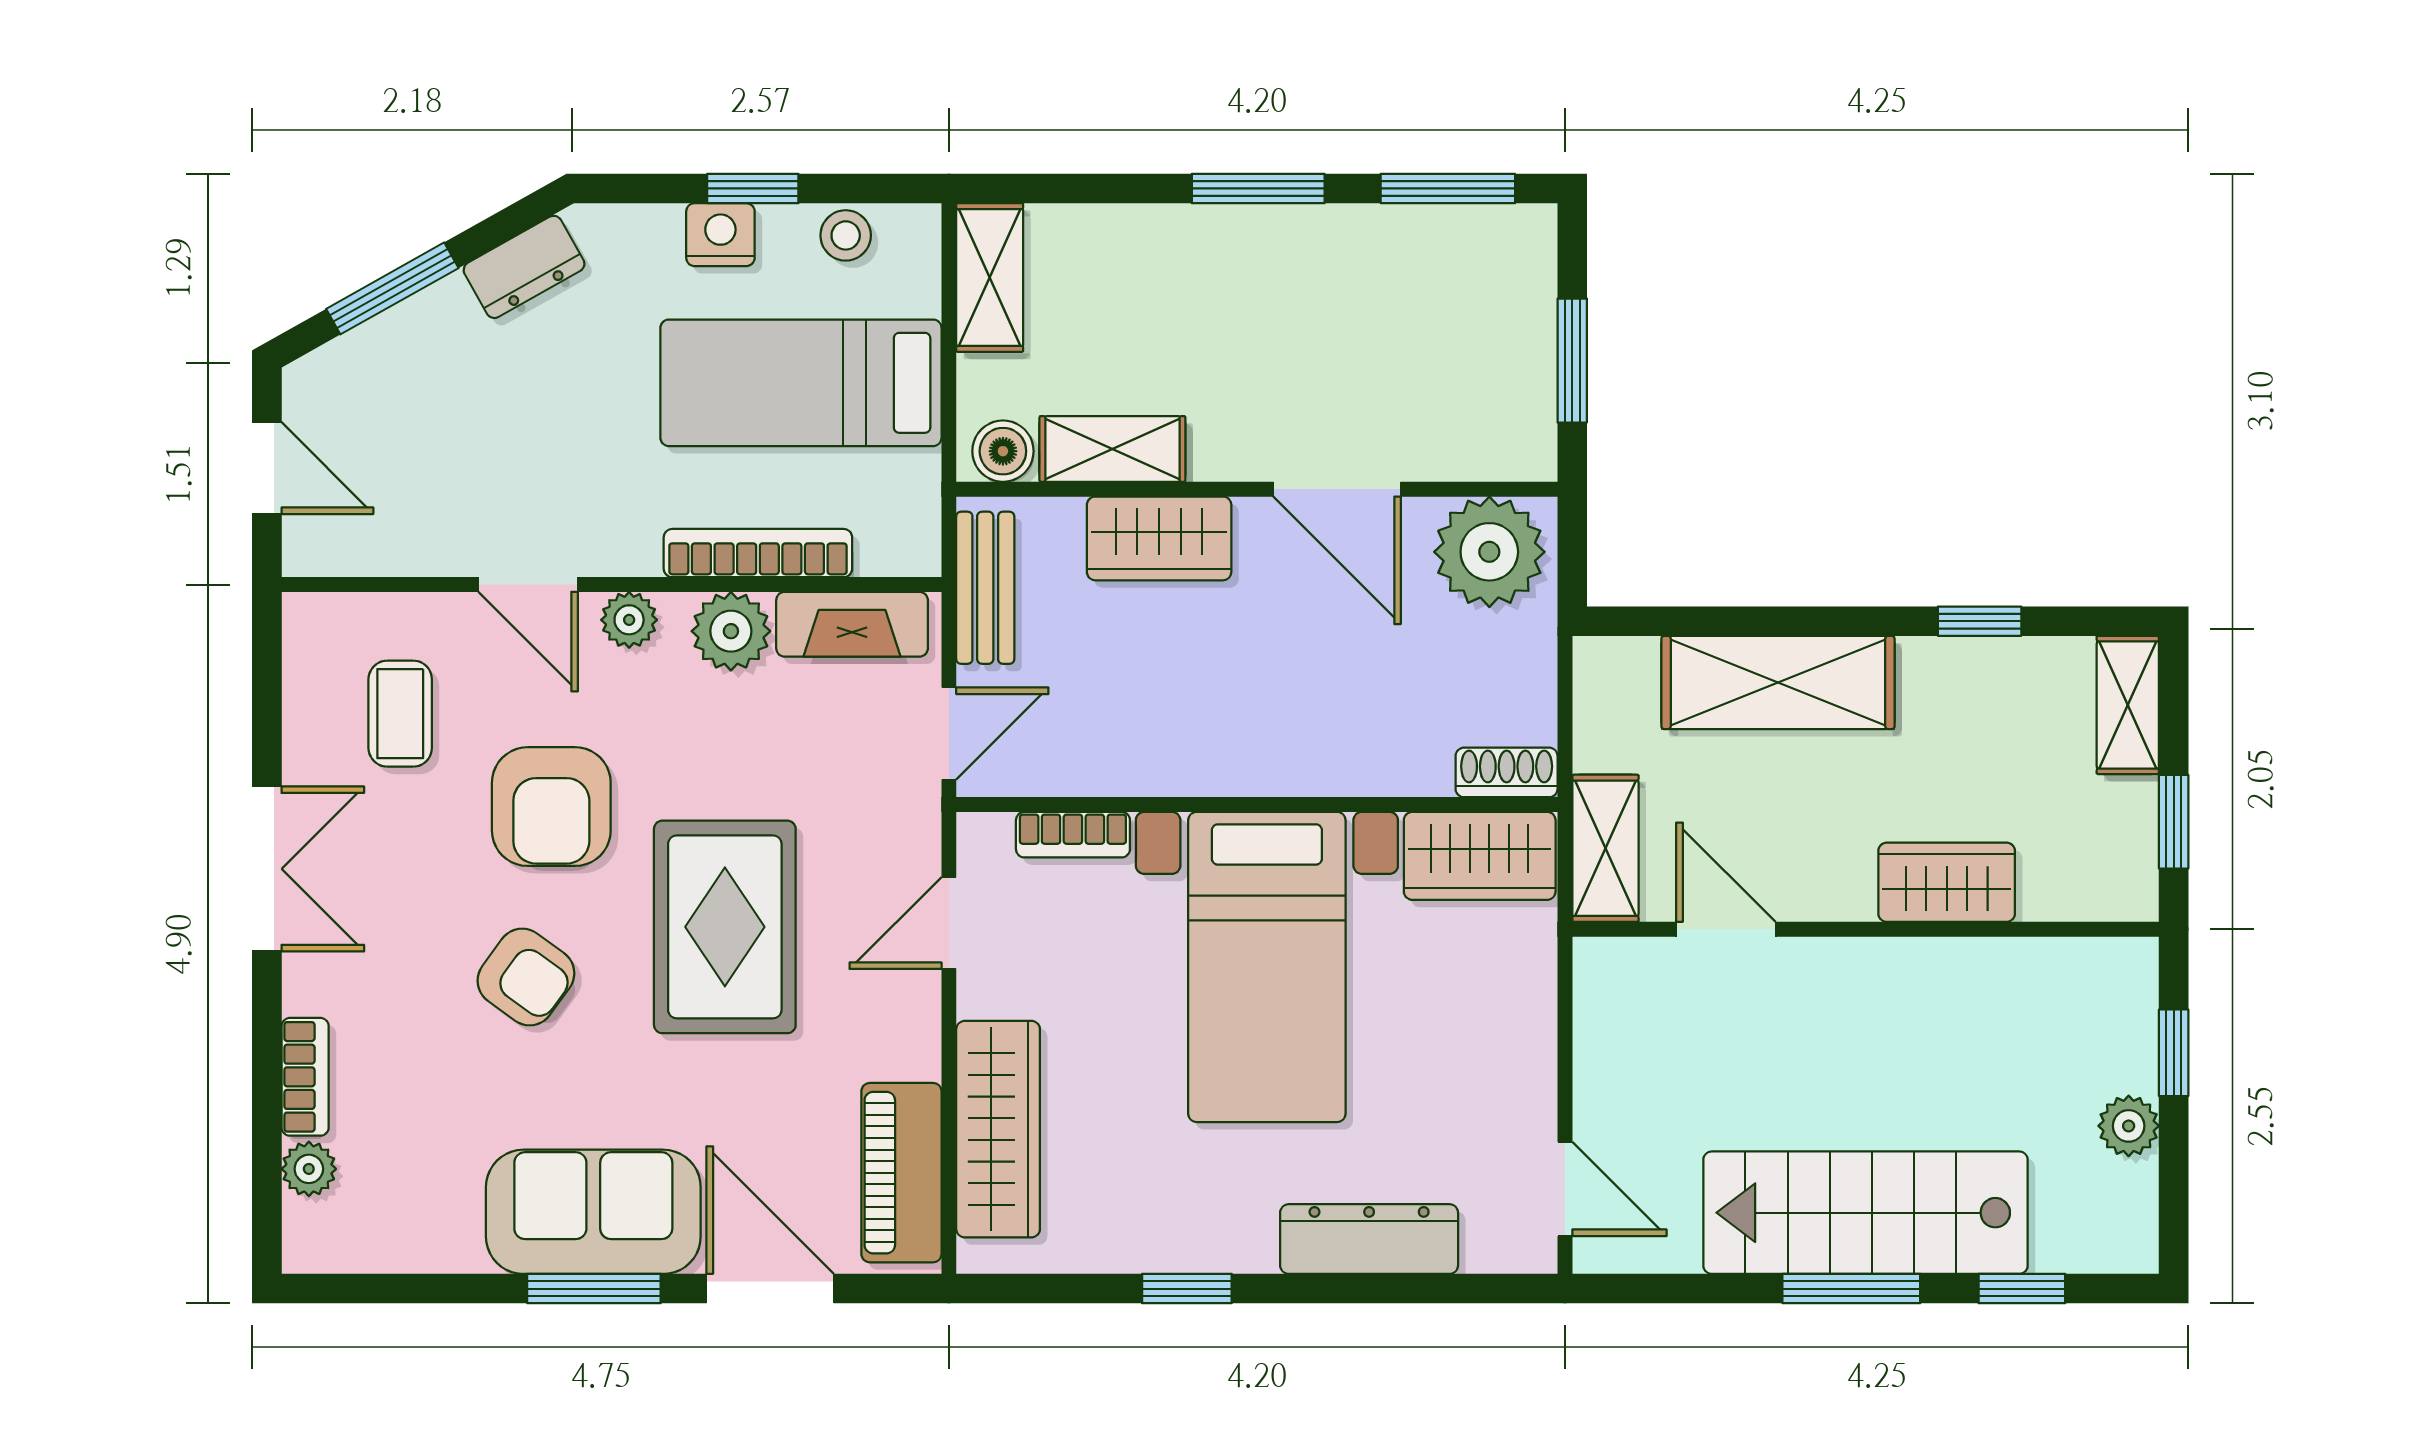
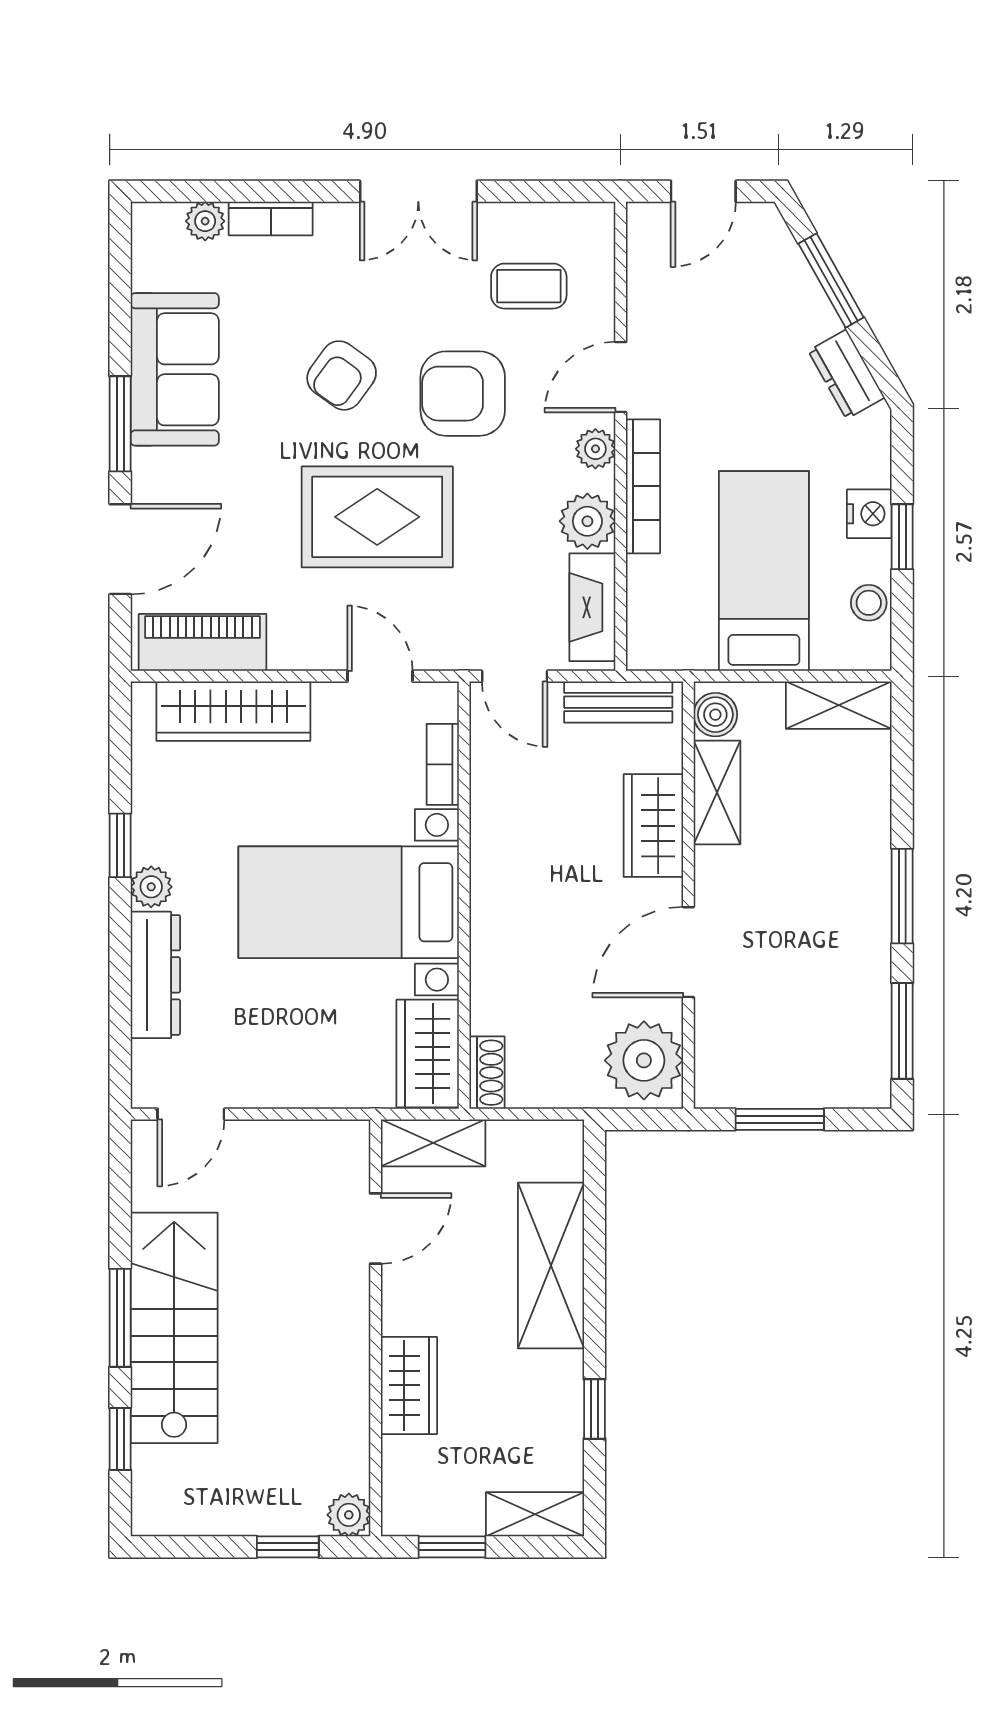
bookcase: (758, 553) -> (643, 486), moved
plant: (2129, 1126) -> (349, 1515), moved
sofa: (593, 1212) -> (175, 369), moved
plant: (1245, 1245) -> (151, 887), added

